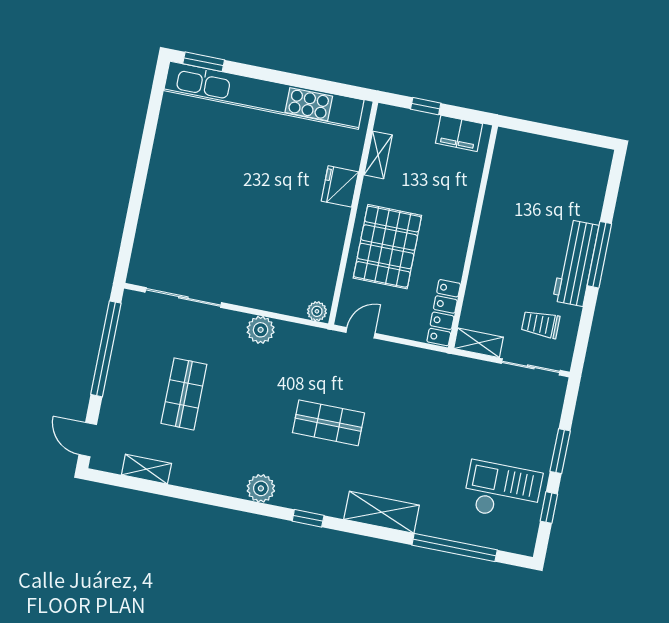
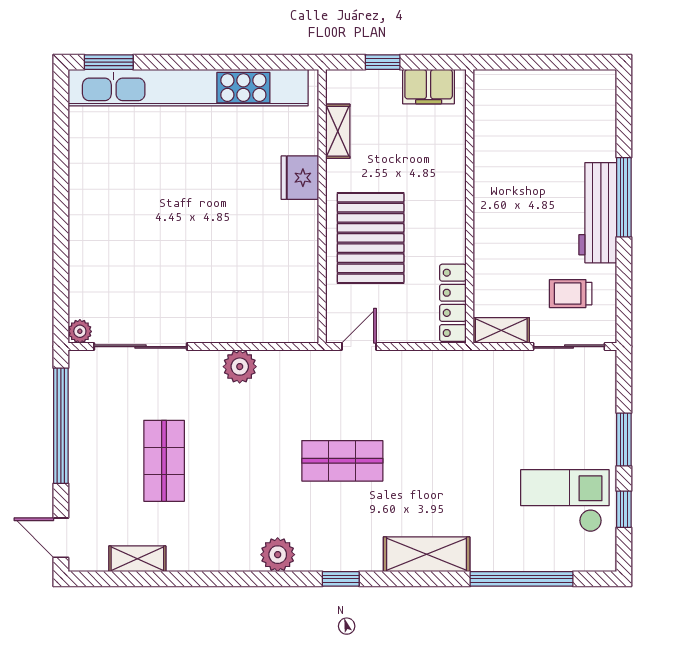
plant: (317, 311) -> (80, 331), moved

